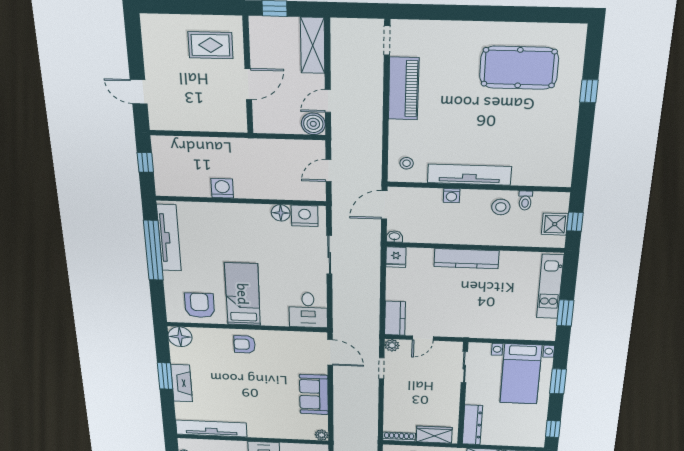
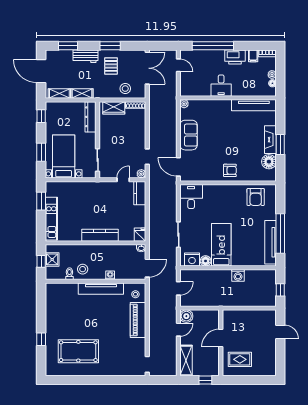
piano: (404, 89) -> (138, 320), moved
bed: (243, 294) -> (221, 245), moved, turned 180
floor lamp: (180, 337) -> (269, 162), moved

